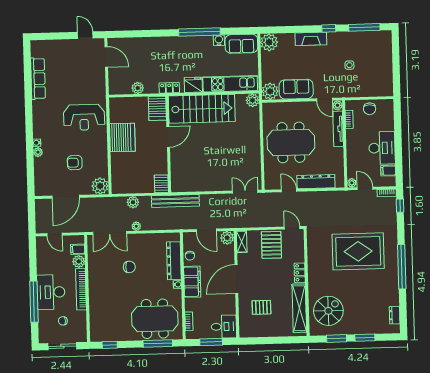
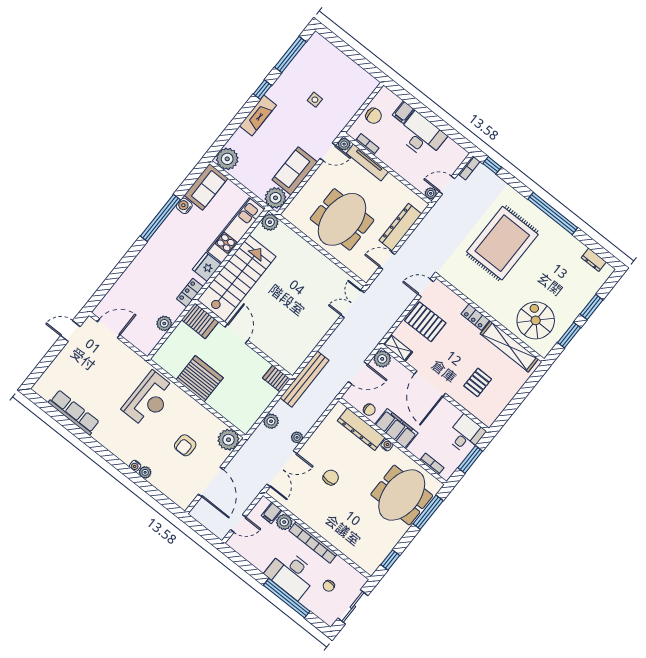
filing cabinet: (388, 171) -> (403, 112), moved

